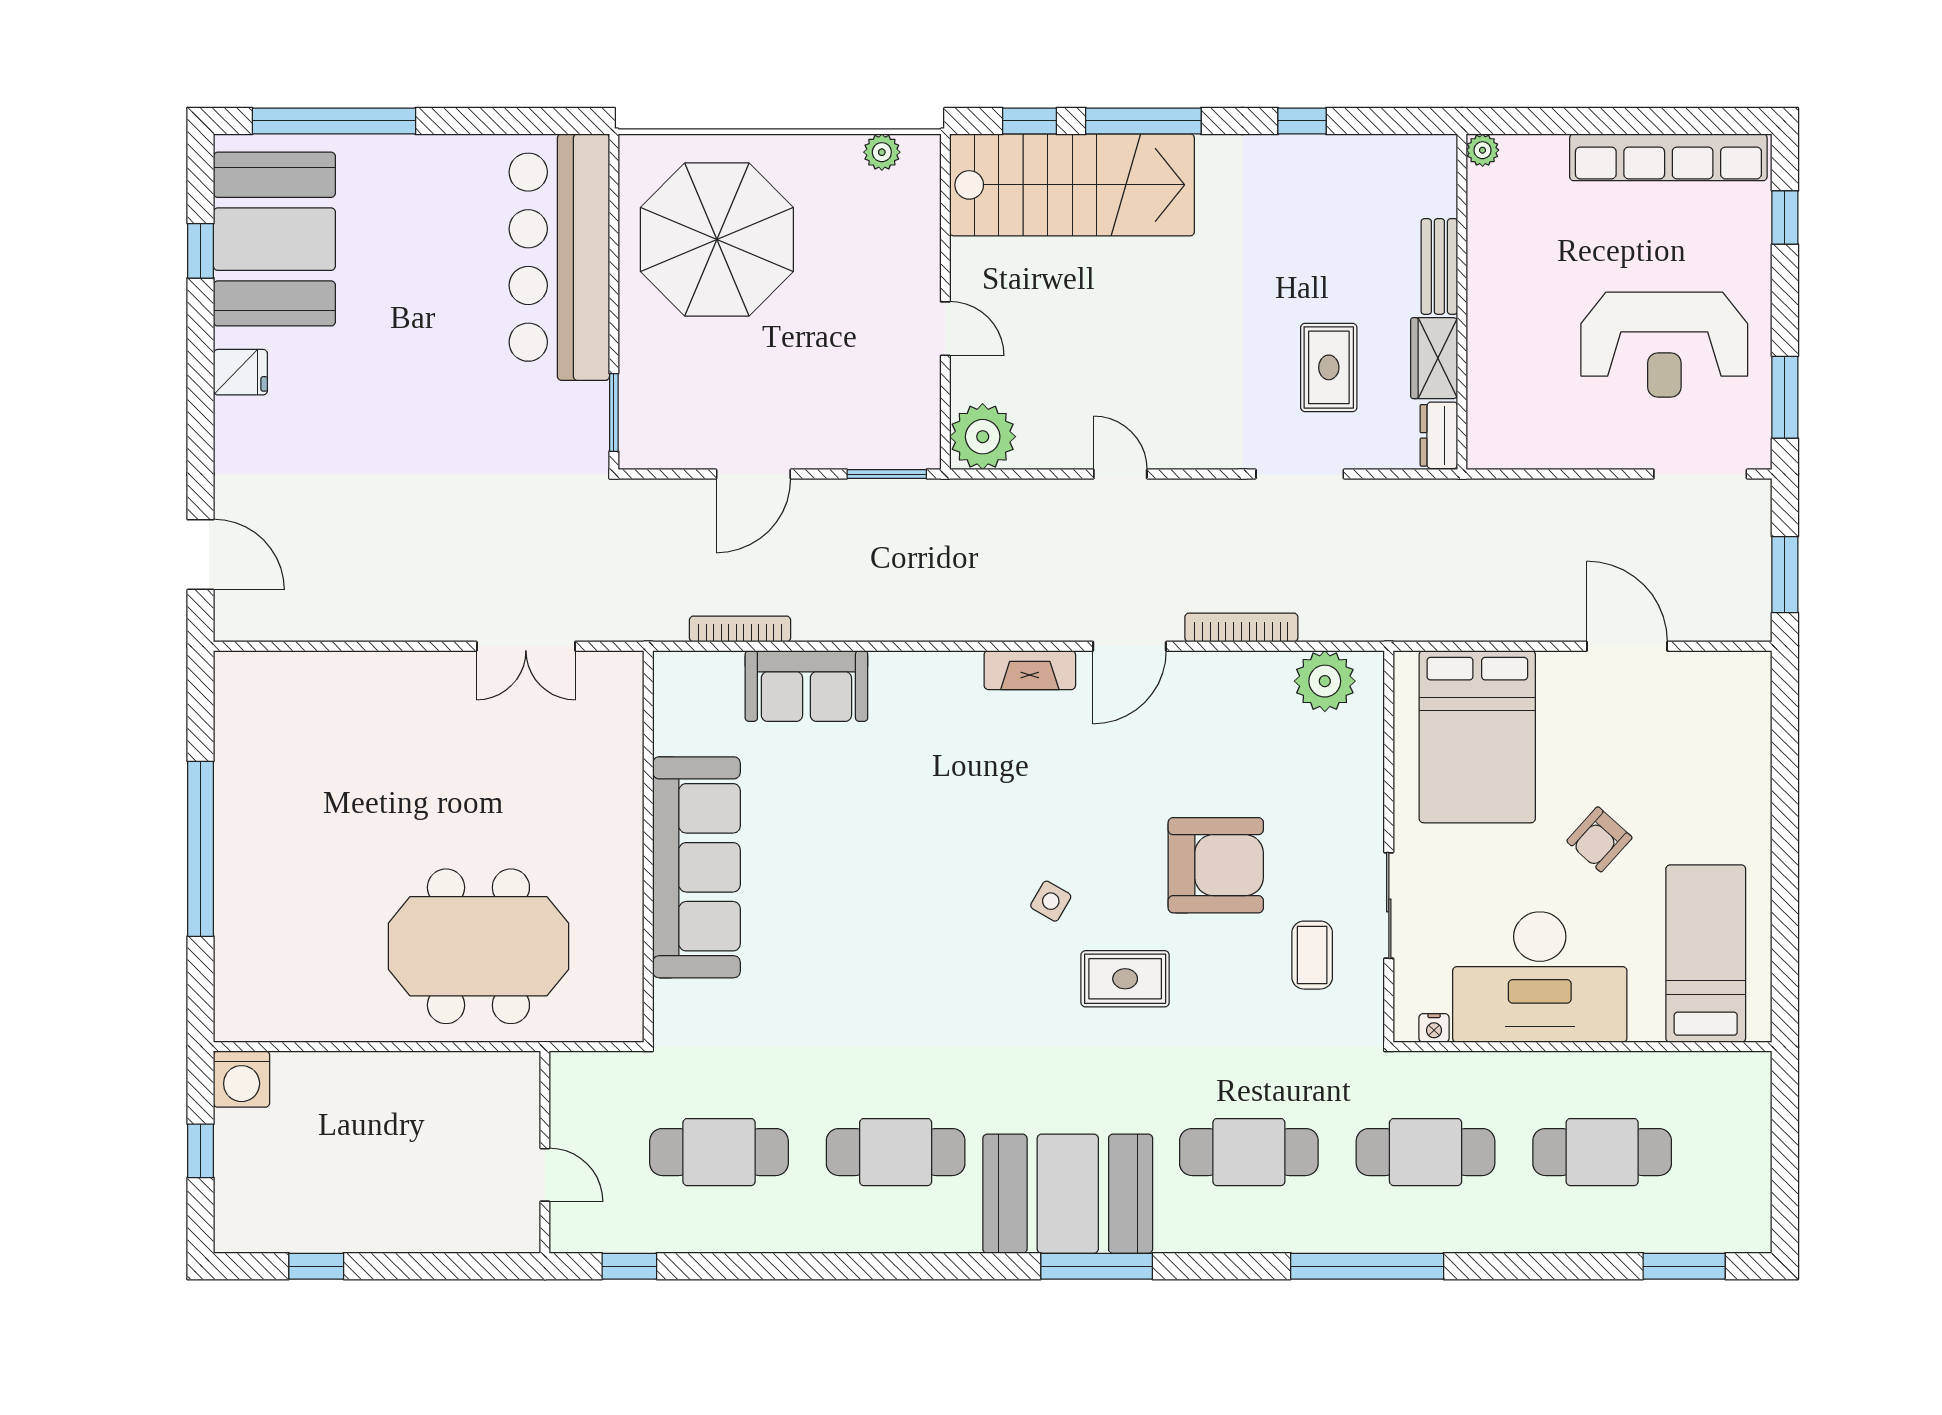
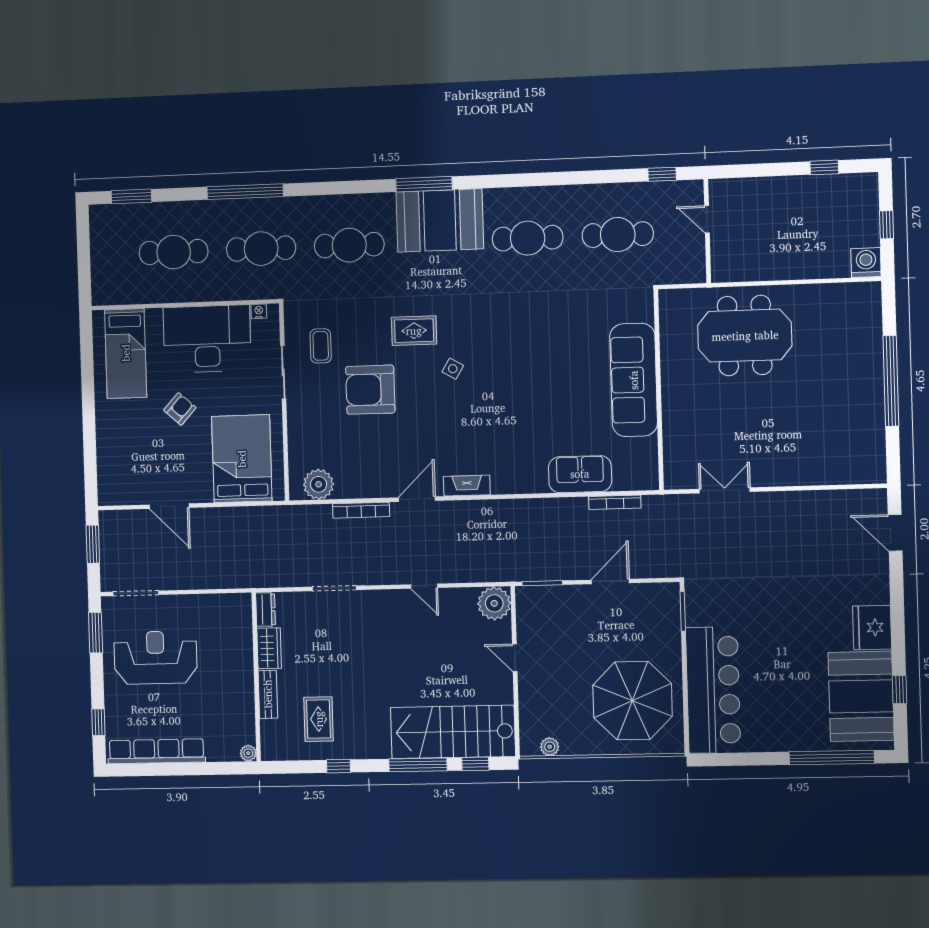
rug: (1329, 367) -> (319, 719), moved
fridge: (240, 372) -> (872, 628), width x1.88, depth x1.34
window: (1367, 1266) -> (245, 192), moved

